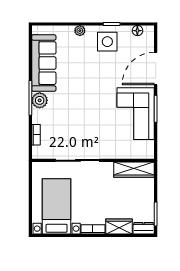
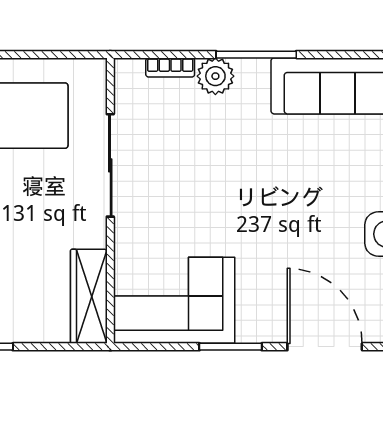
plant: (40, 100) -> (215, 76), moved
corner sofa: (136, 114) -> (174, 300), moved

